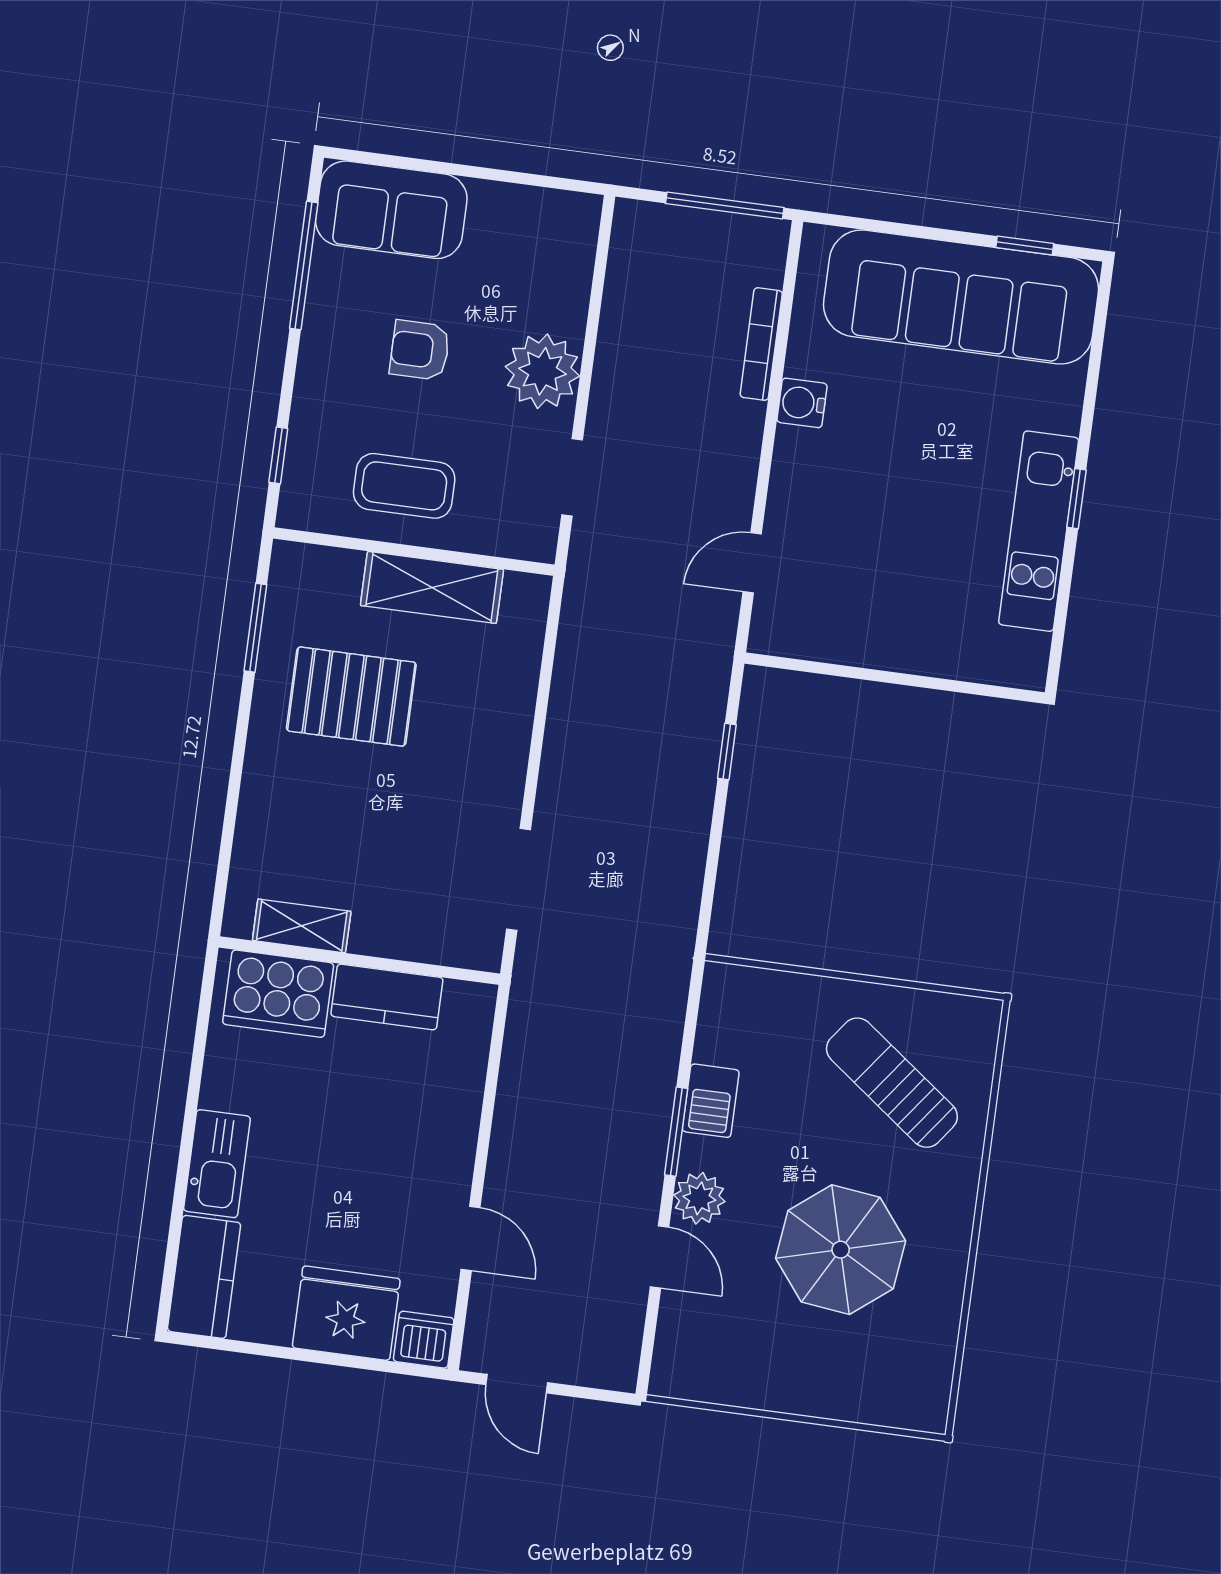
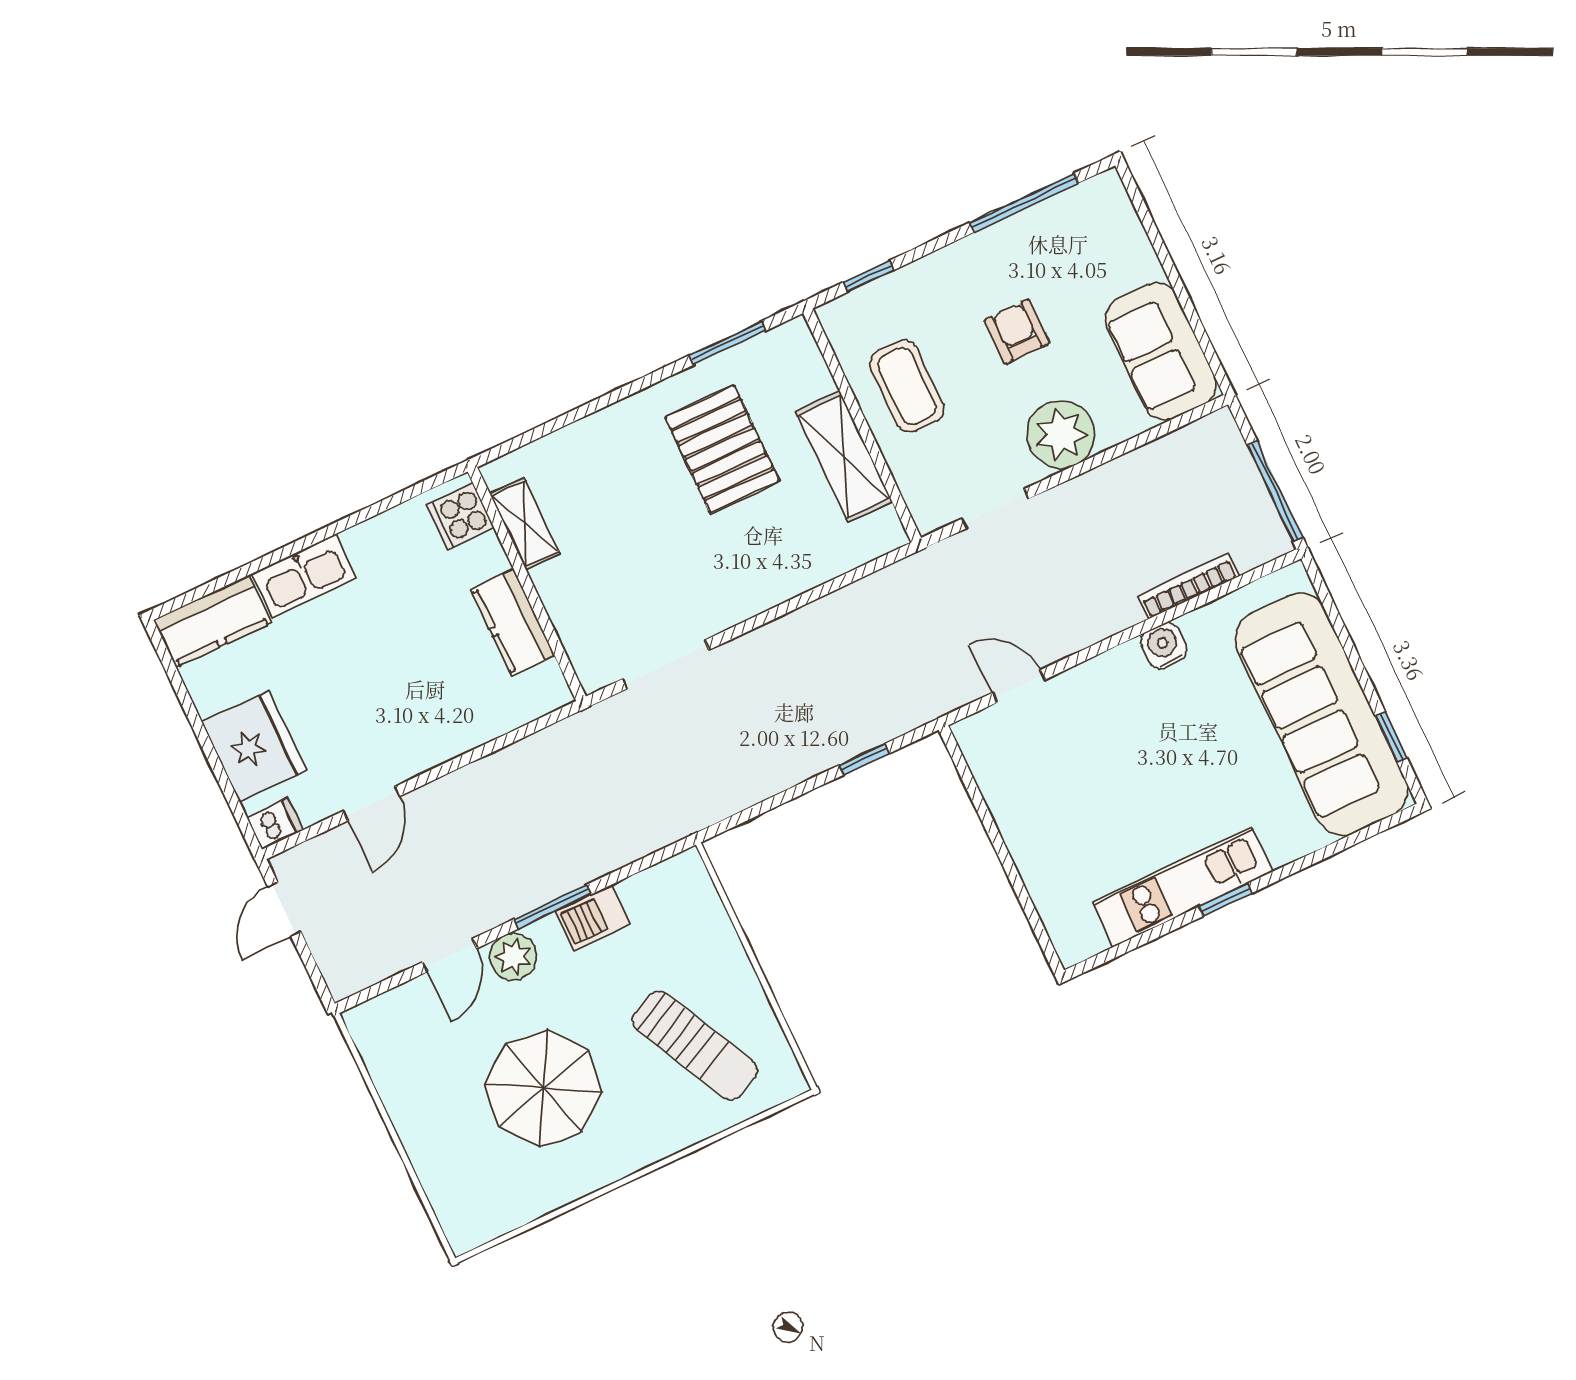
sofa: (391, 210) -> (1161, 351), moved
cooker: (278, 994) -> (460, 516), width x0.53, depth x0.76
sun lounger: (892, 1083) -> (695, 1046), turned 116
dishwasher: (424, 1340) -> (275, 824), width x0.73

